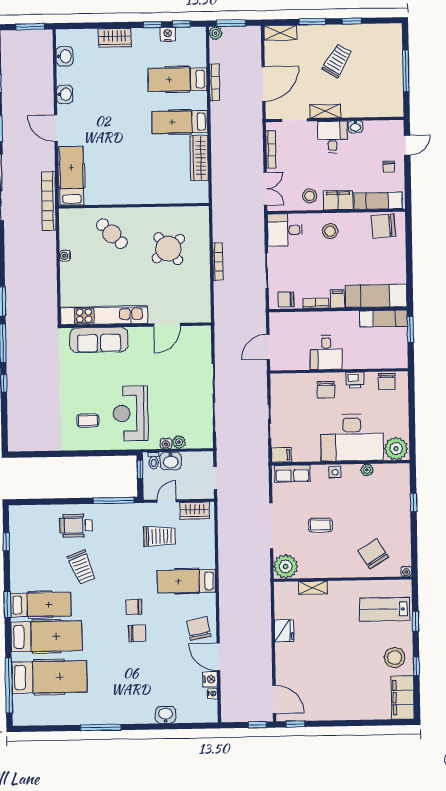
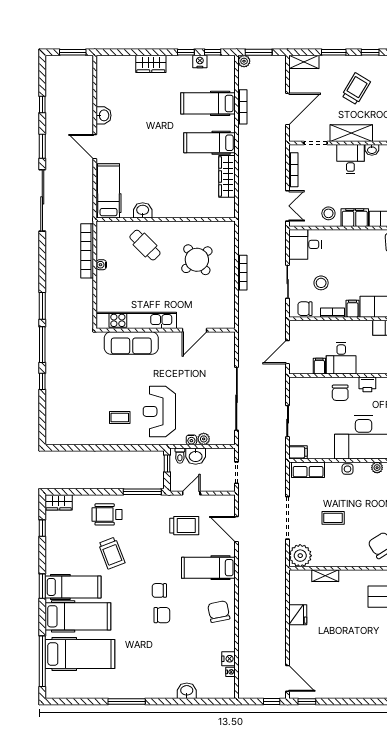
washbasin: (64, 56) -> (143, 210), moved, turned -90
shelving: (325, 111) -> (351, 133), width x1.50, depth x1.33
bookcase: (49, 201) -> (87, 251), moved
stool: (330, 231) -> (321, 283), moved
filing cabinet: (303, 361) -> (319, 366), added
wardrobe: (195, 511) -> (59, 502), moved
door: (218, 657) -> (237, 529), moved

